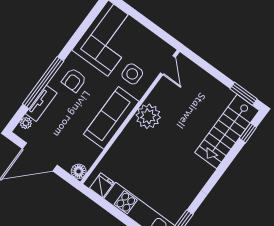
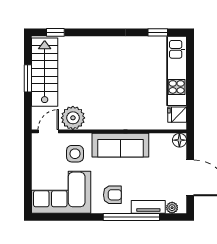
window: (244, 94) -> (28, 78), moved
plant: (148, 116) -> (73, 118), moved
stairs: (227, 132) -> (45, 72), moved, turned -90

